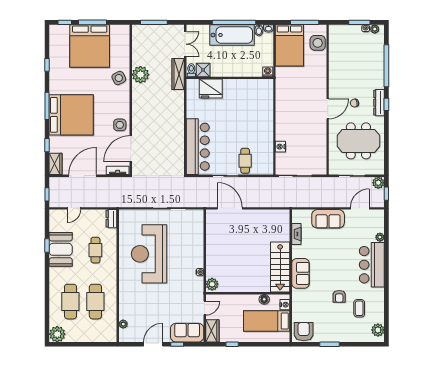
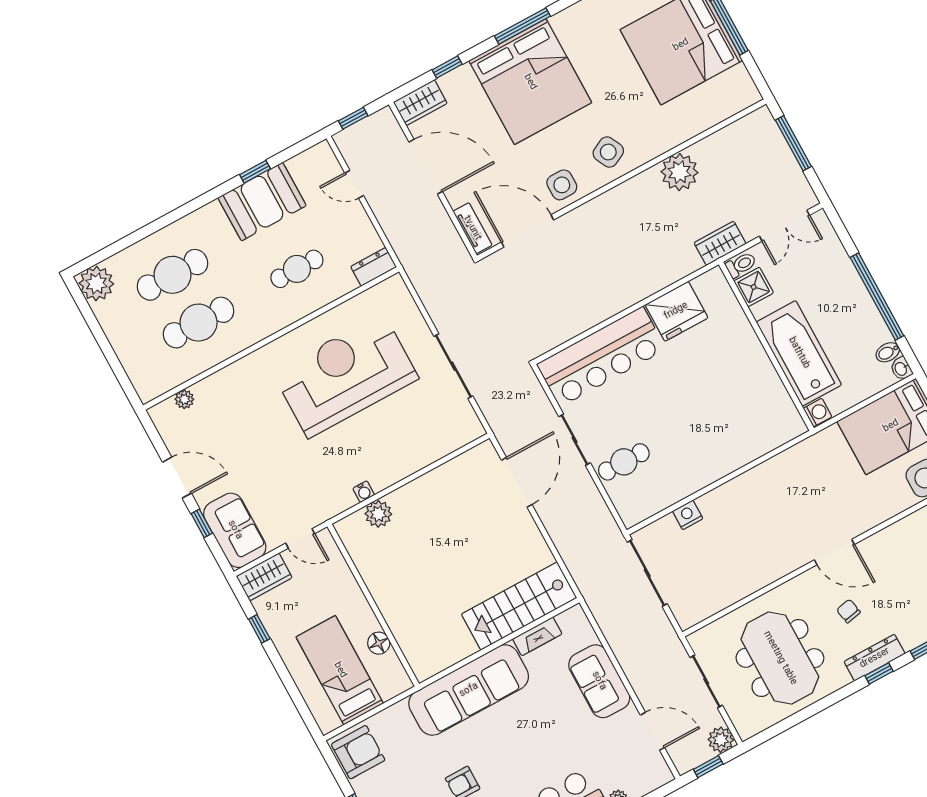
bathtub: (232, 35) -> (799, 353), moved, turned 180
wardrobe: (178, 74) -> (720, 243), width x0.67
side table: (119, 78) -> (608, 152), moved
fridge: (211, 89) -> (676, 311), moved, turned -90
door: (328, 109) -> (834, 552), moved
stairs: (280, 267) -> (519, 606), moved
sofa: (300, 273) -> (469, 690), width x1.85, depth x1.27
plant: (212, 284) -> (378, 514), moved
nightstand: (285, 305) -> (390, 688), removed

